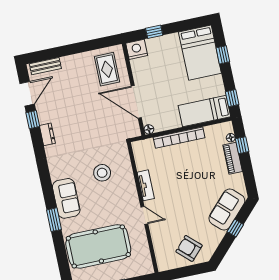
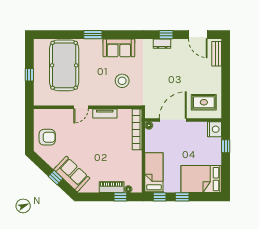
window: (223, 55) -> (182, 197), moved
window: (33, 120) -> (166, 35), moved
bookcase: (179, 138) -> (137, 129), moved
sofa: (66, 198) -> (119, 48), moved
armchair: (189, 248) -> (47, 137), turned 47

